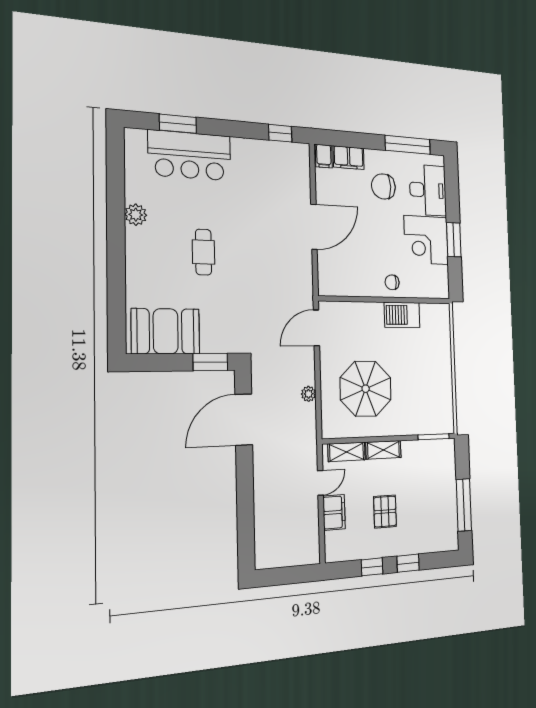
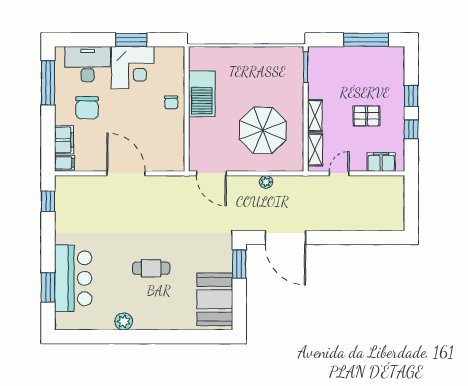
barbecue: (402, 315) -> (202, 94), width x1.37, depth x1.21
door: (320, 483) -> (339, 173), hinge flipped
filing cabinet: (334, 512) -> (381, 162), moved

